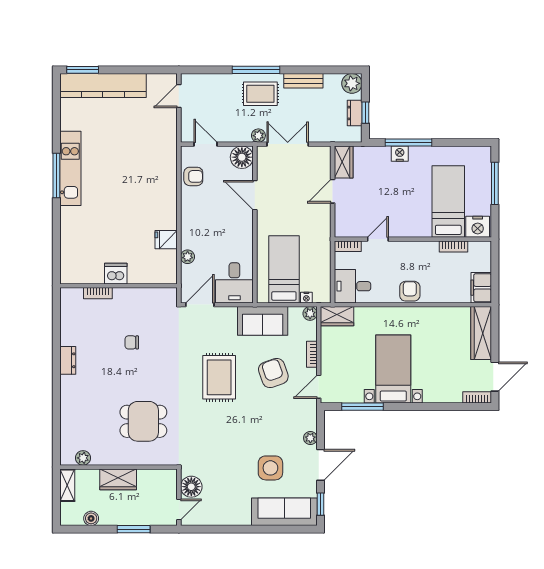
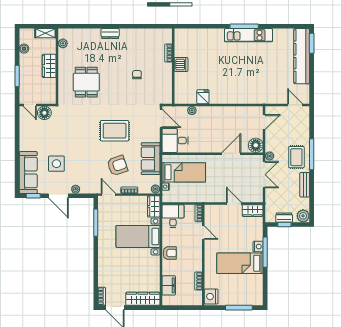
armchair: (193, 176) -> (243, 114), removed
bed: (448, 202) -> (240, 263), moved, turned 180
filing cabinet: (481, 288) -> (169, 285), moved, turned 90
dresser: (68, 360) -> (110, 34), moved
bed with nightstands: (393, 369) -> (138, 236), moved, turned 180

